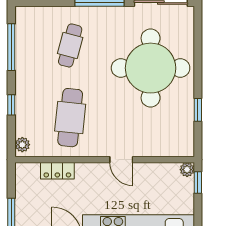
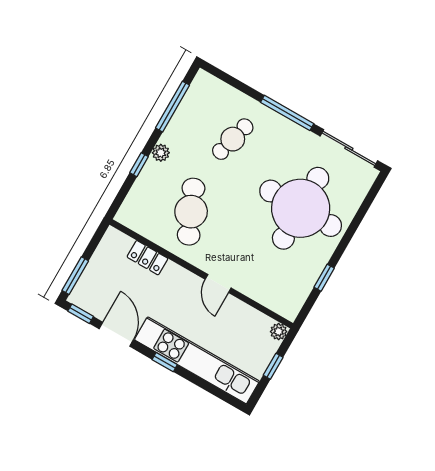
cafe table: (70, 118) -> (191, 212), turned -30
plant: (22, 145) -> (161, 153), moved
window: (198, 182) -> (273, 366), moved

